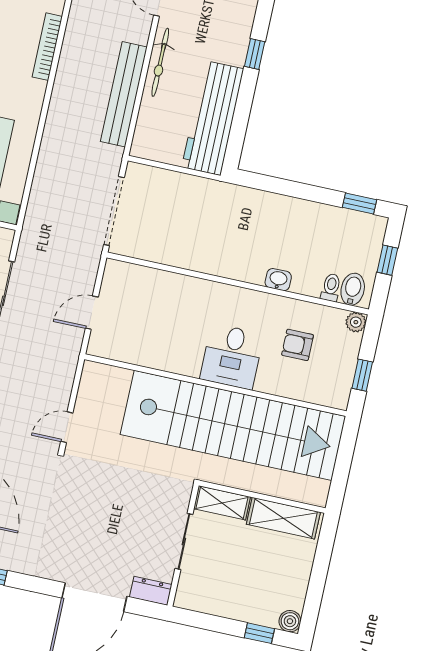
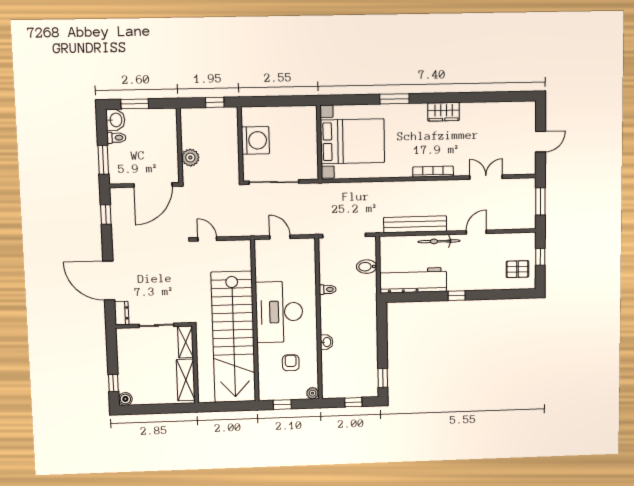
toilet: (331, 287) -> (328, 289), moved
bidet: (353, 289) -> (367, 267), moved, turned 180
desk: (232, 357) -> (279, 312), width x1.87, depth x1.30

